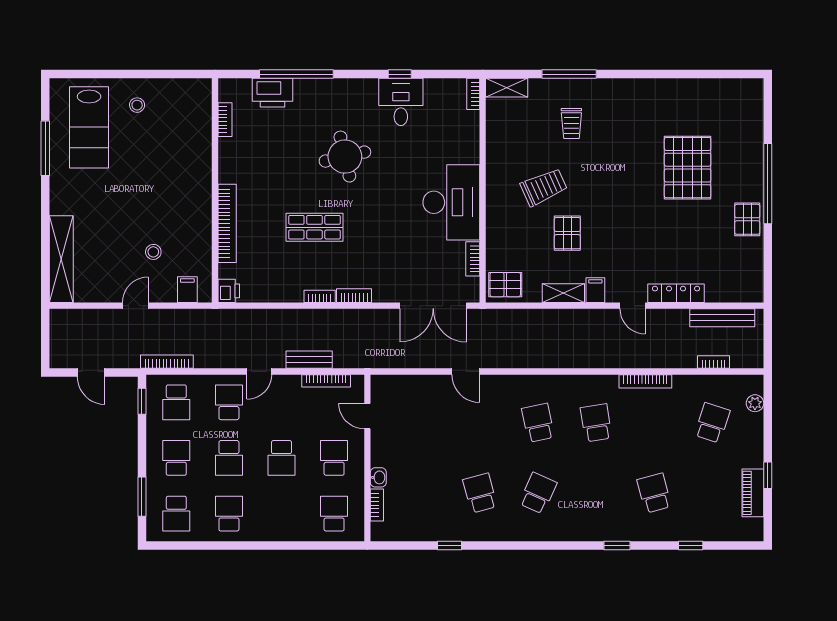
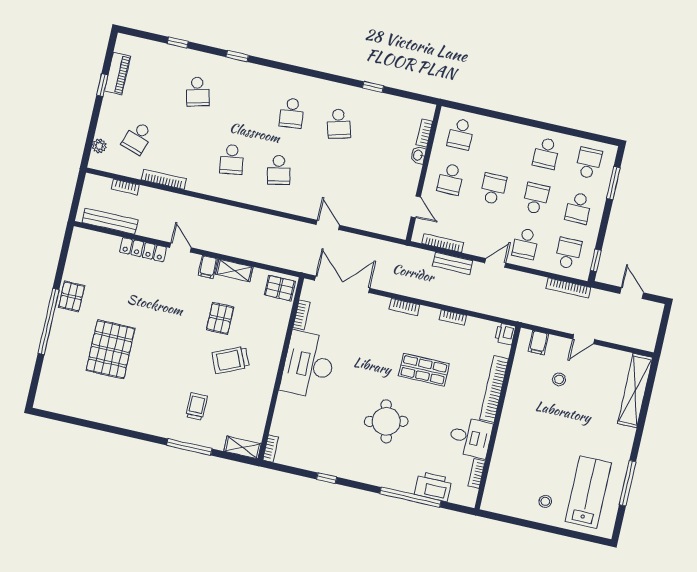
desk: (401, 102) -> (470, 437), moved, turned -90
bookcase: (320, 296) -> (453, 317), moved
bookcase: (645, 381) -> (164, 179), moved
school desk: (538, 493) -> (292, 113), turned -30

